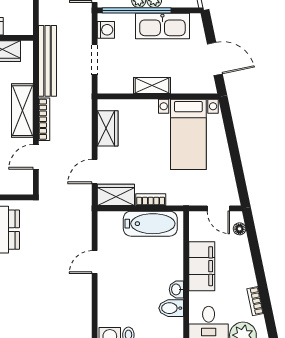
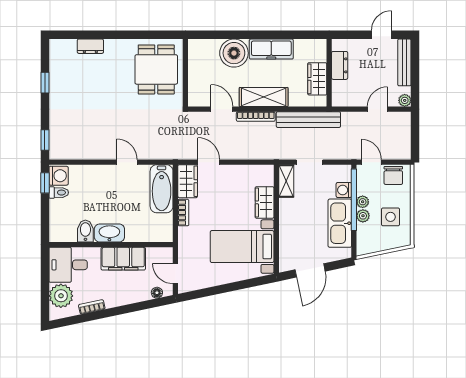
washing machine: (106, 30) -> (344, 190), moved, turned 90
shelving: (152, 85) -> (286, 181), moved
wardrobe: (108, 128) -> (265, 202), moved, turned 90
door: (218, 208) -> (175, 274), hinge flipped
bathtub: (150, 224) -> (162, 189), moved
washbasin: (176, 289) -> (109, 233), width x1.91, depth x1.45

